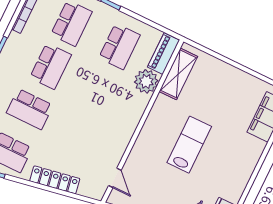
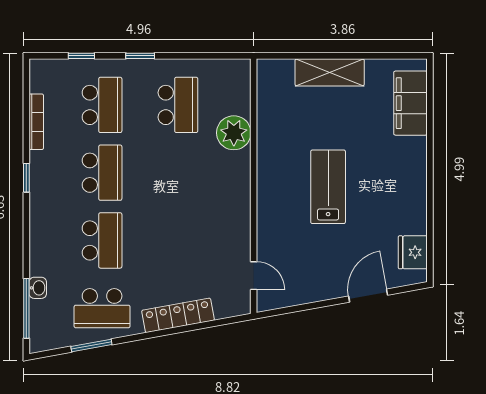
piano: (164, 54) -> (239, 87), removed
shelving: (178, 74) -> (330, 72), moved, turned 90
school desk: (30, 109) -> (102, 240), turned -90

